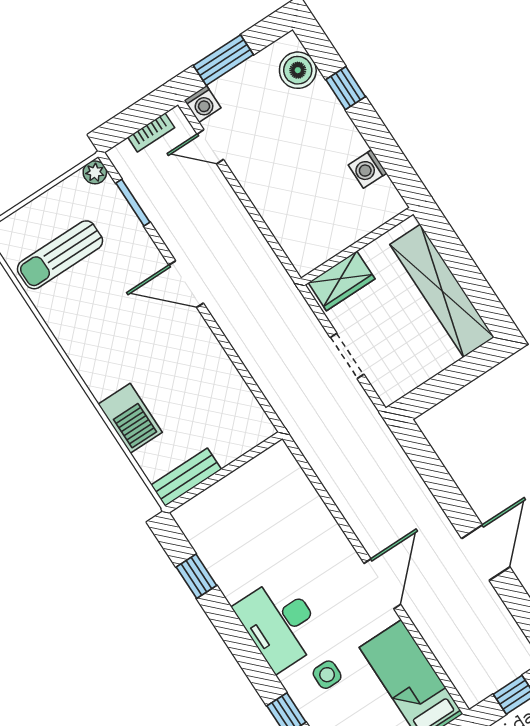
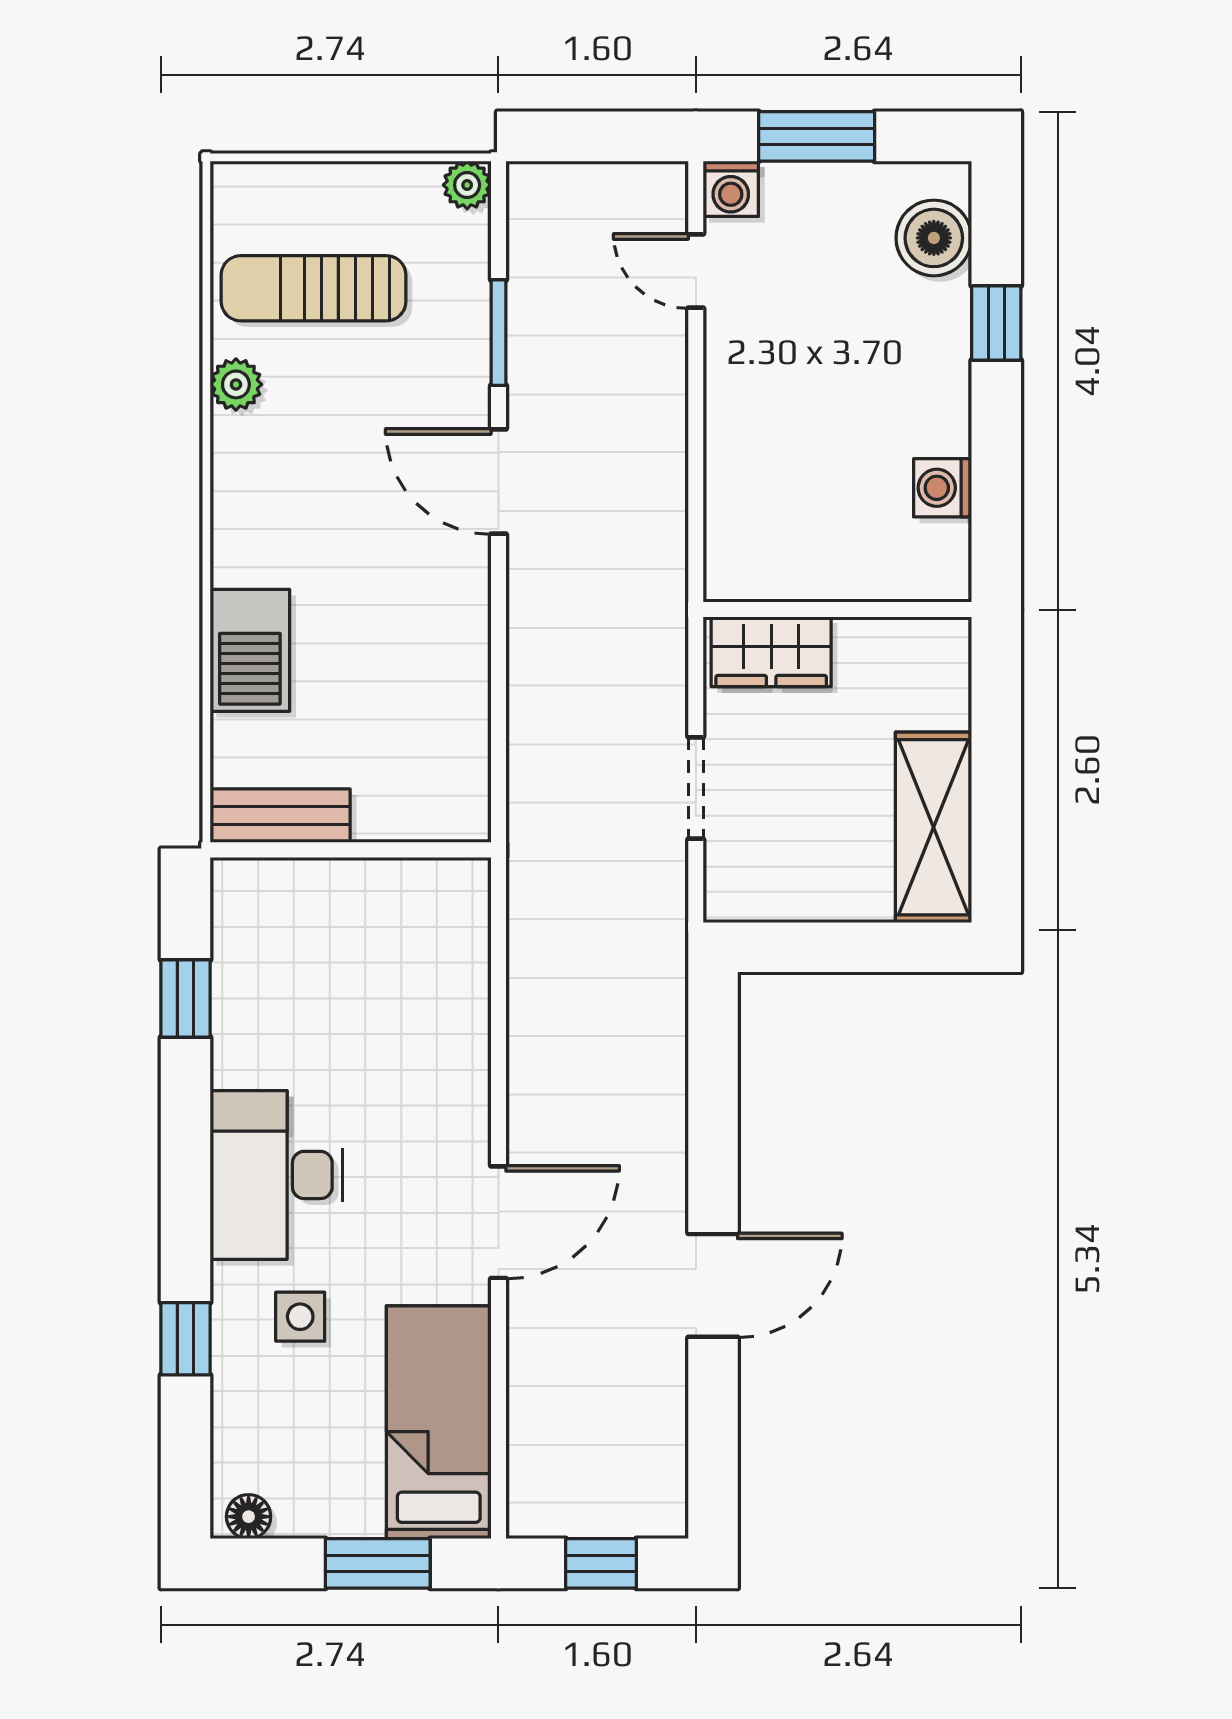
bookcase: (151, 132) -> (610, 179), removed
window: (133, 203) -> (498, 333), moved
shelving: (442, 291) -> (934, 827), width x0.68
plant: (54, 314) -> (236, 384), added

